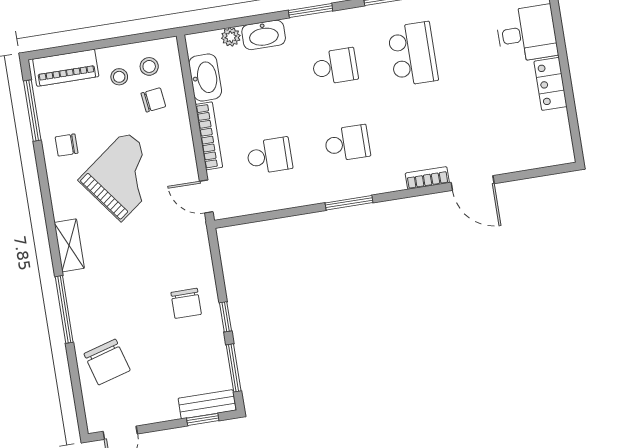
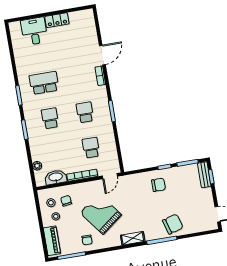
washbasin: (264, 35) -> (36, 151), removed
chair: (107, 362) -> (173, 224), moved

